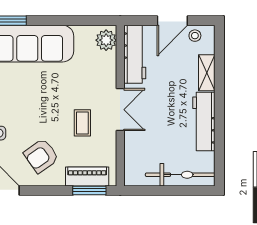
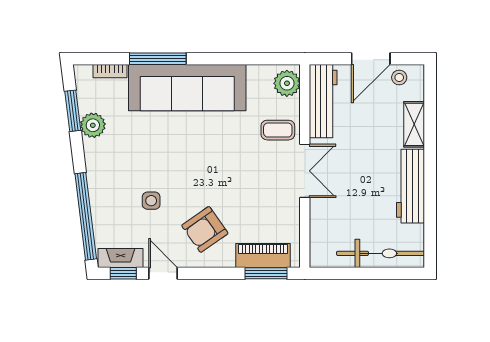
coffee table: (82, 123) -> (278, 130), moved, turned 90

